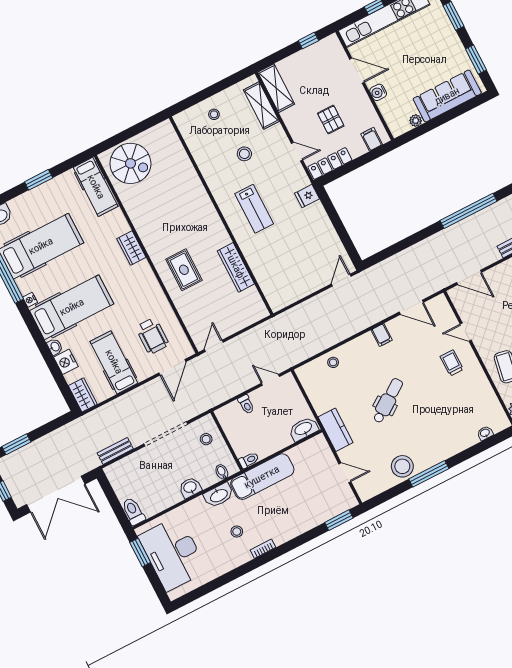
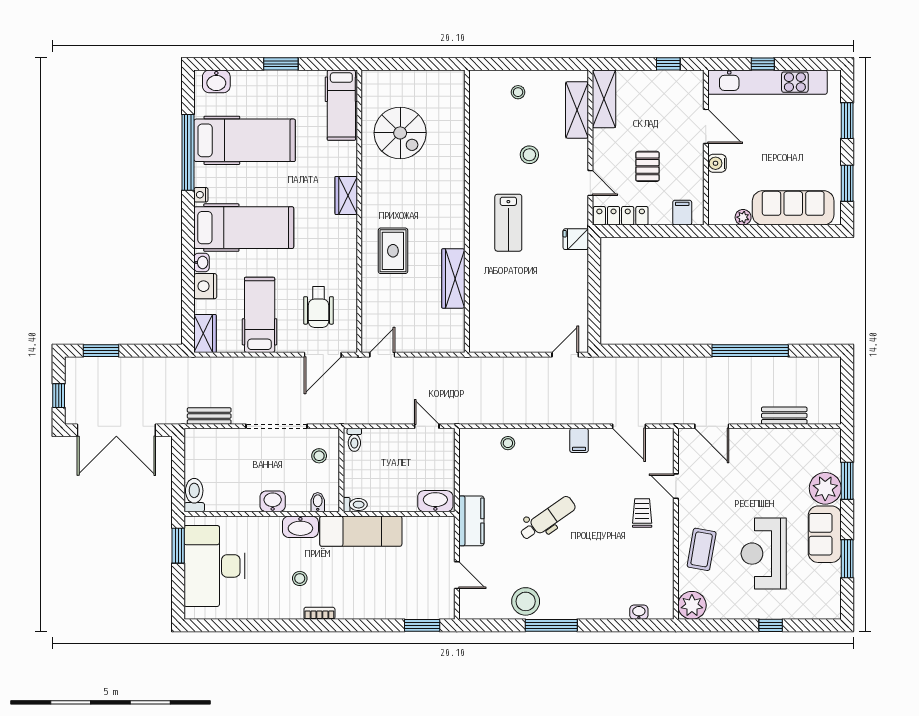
spiral stairs: (130, 163) -> (400, 133), moved
toilet: (246, 404) -> (354, 440), moved

